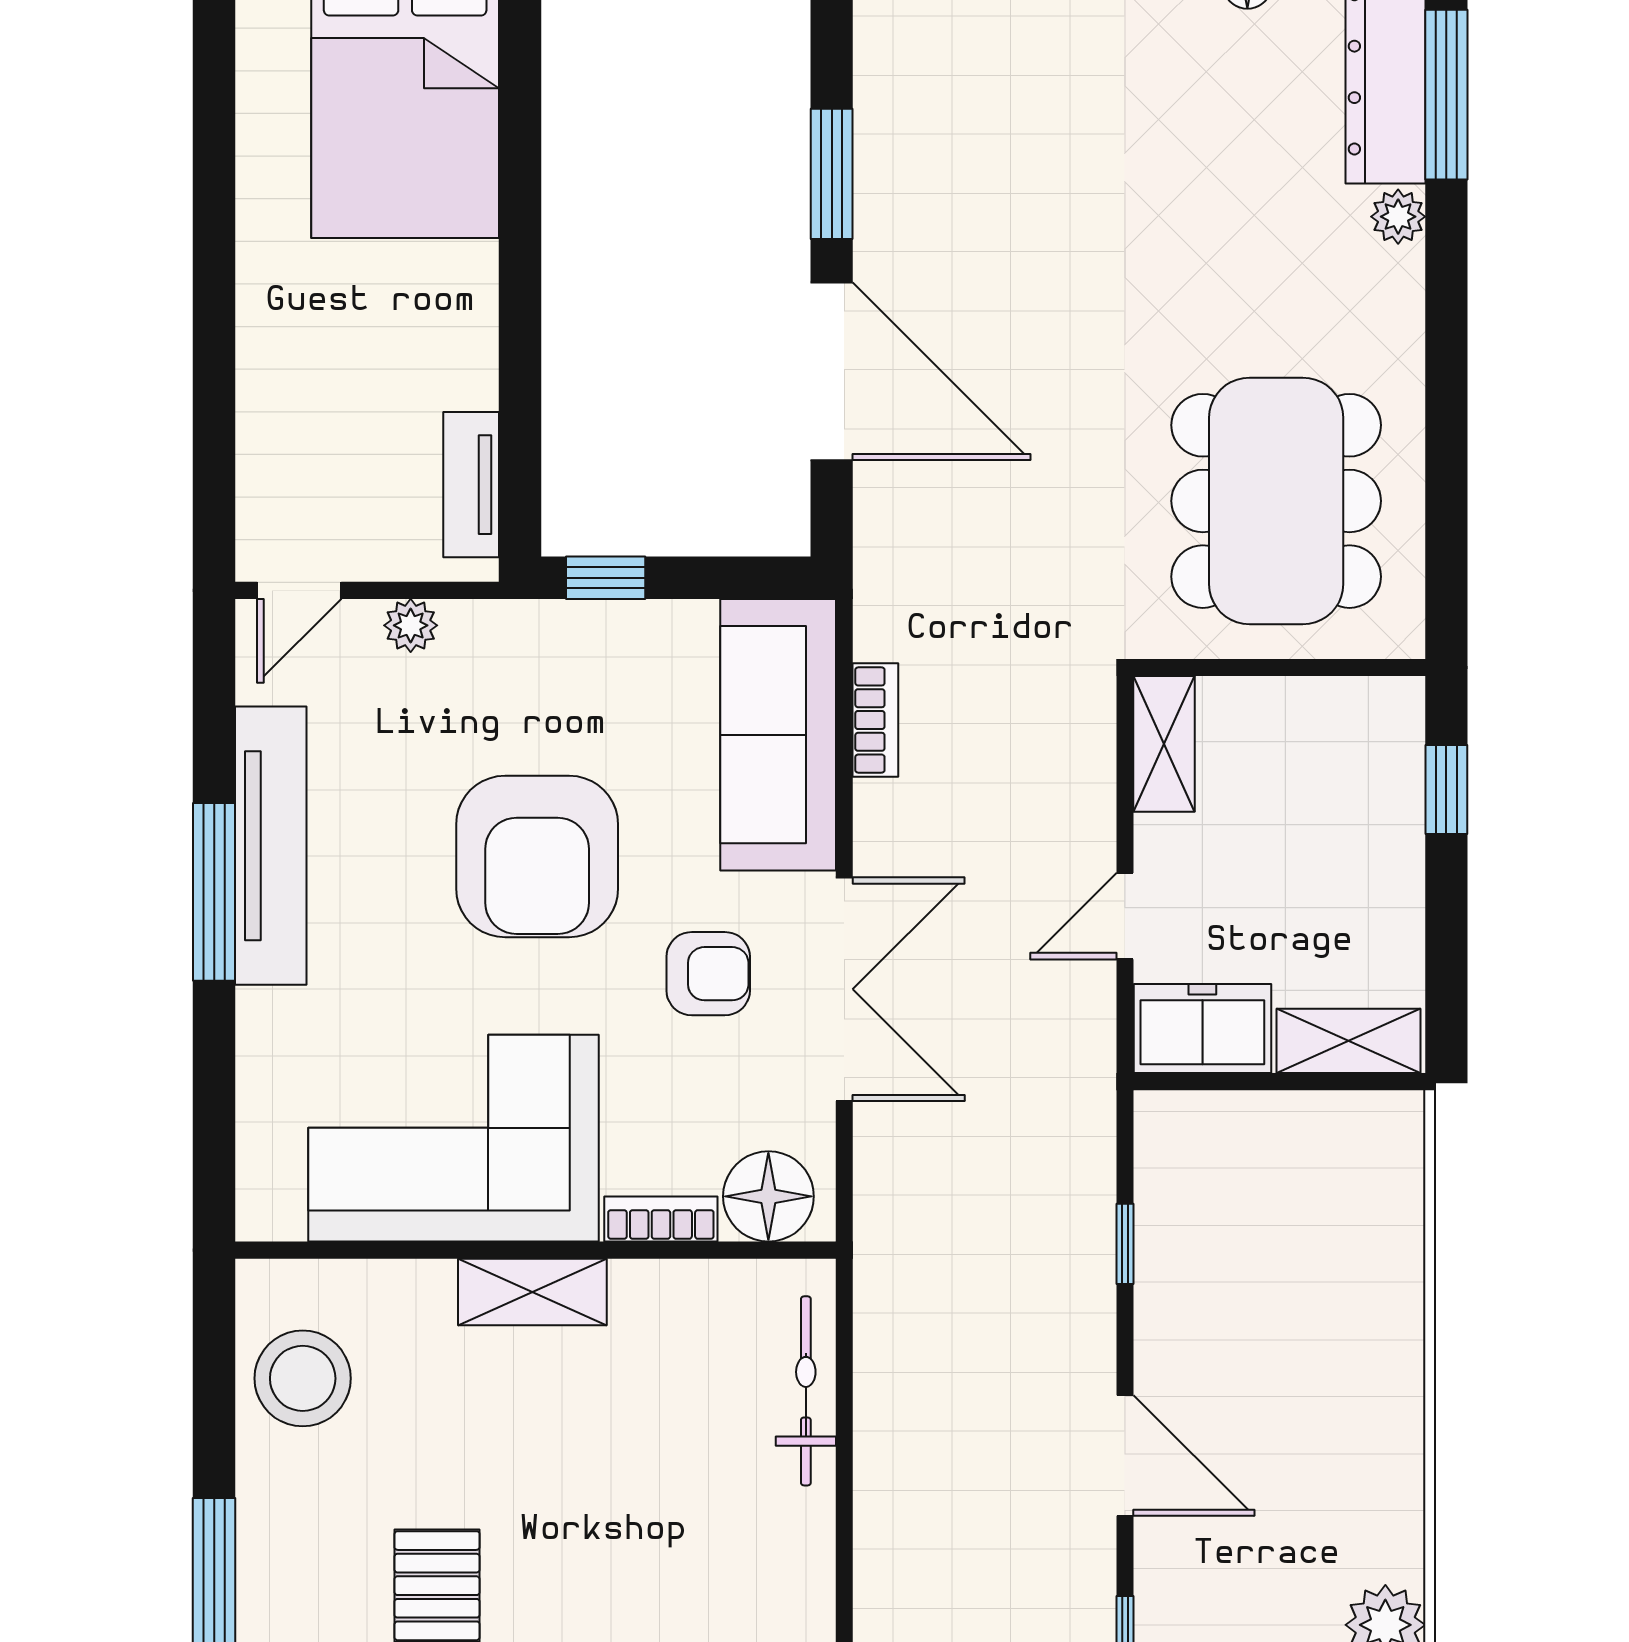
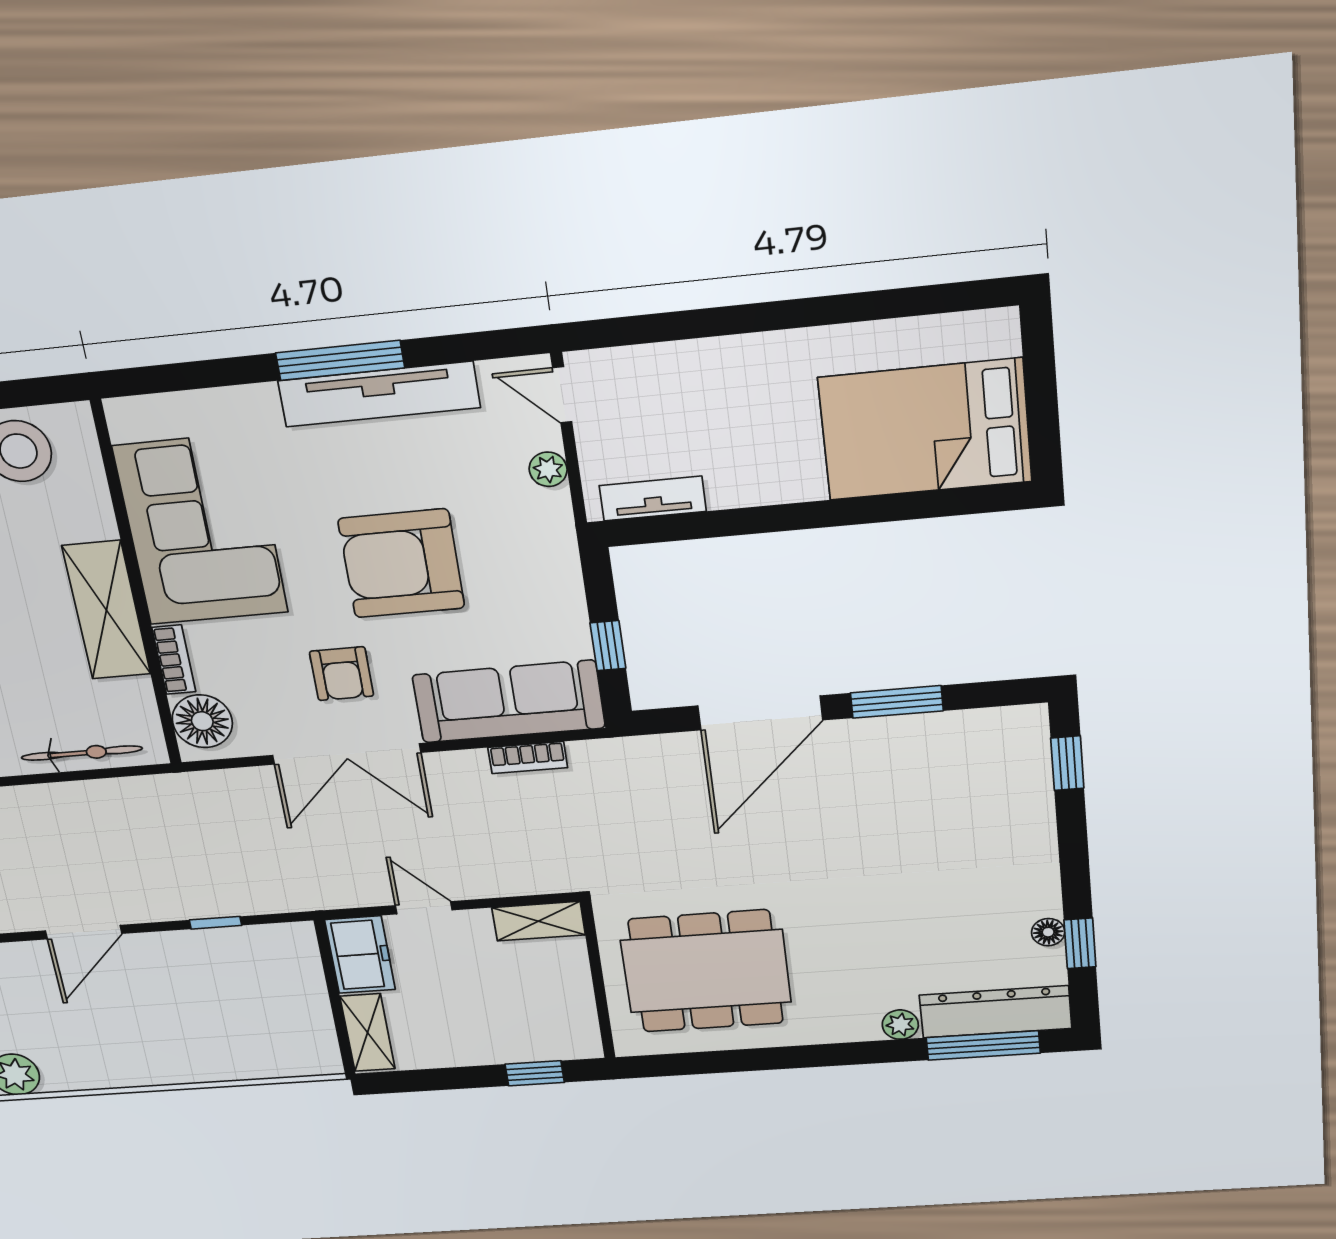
window: (606, 578) -> (608, 646), moved
shelving: (532, 1292) -> (106, 610), width x1.50, depth x1.33

